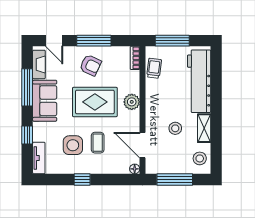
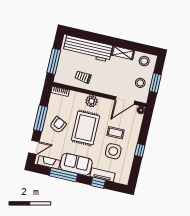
trolley: (154, 68) -> (83, 77), moved
stool: (175, 128) -> (140, 83), moved
tv unit: (39, 158) -> (103, 175), moved
window: (175, 179) -> (155, 83), width x0.69

